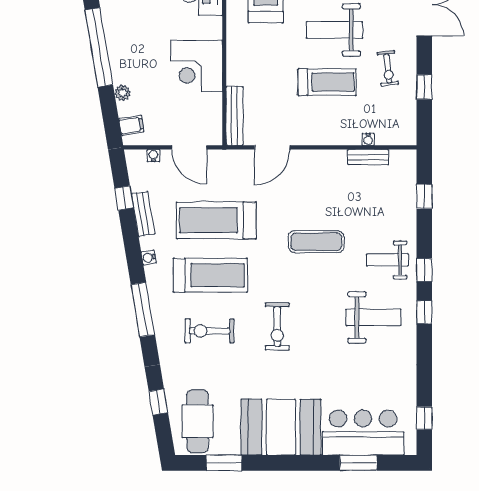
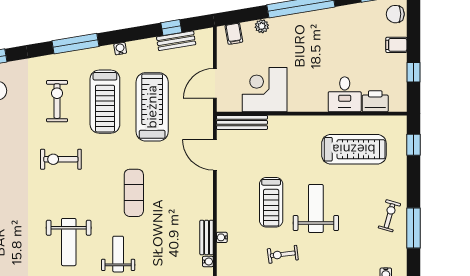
corner desk: (196, 66) -> (265, 90), moved
water cooler: (153, 155) -> (208, 261), moved
bench: (143, 214) -> (176, 41), moved

